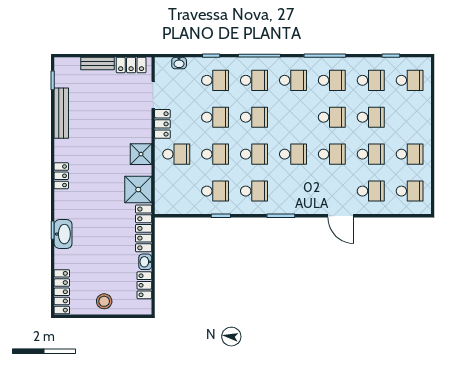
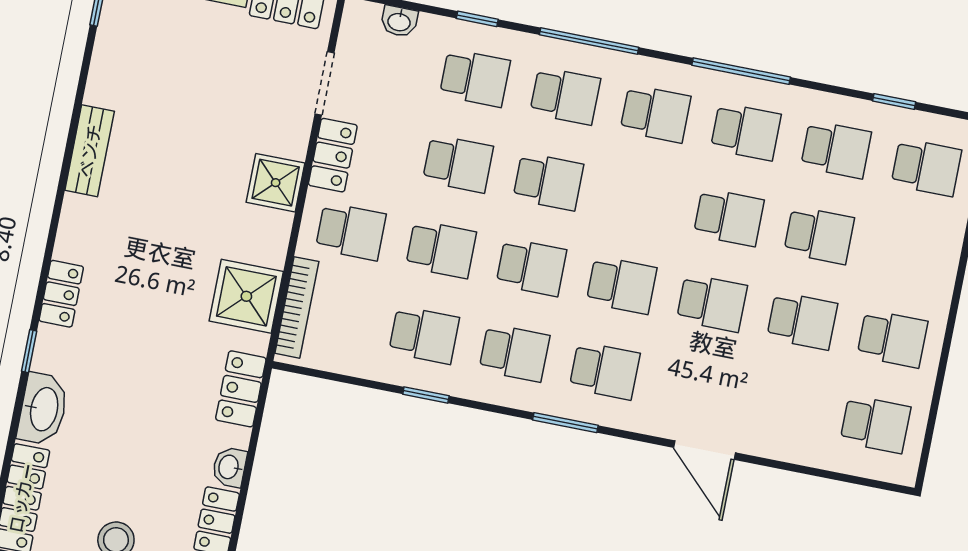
bench: (61, 113) -> (90, 151), moved, width x0.73
shower: (141, 154) -> (276, 183), moved
locker: (61, 176) -> (61, 294), moved
bookcase: (160, 190) -> (297, 307), added
school desk: (371, 191) -> (605, 371), moved
locker: (144, 228) -> (241, 389), width x0.66
washbasin: (63, 234) -> (43, 409), moved

